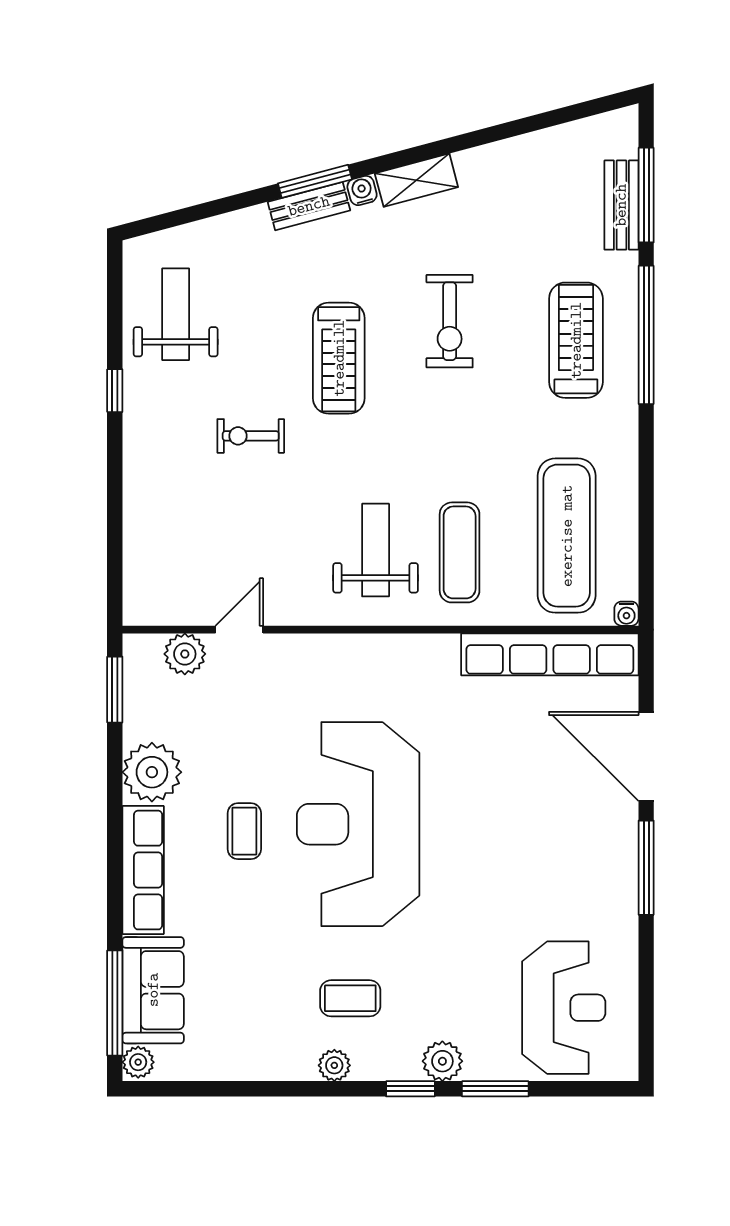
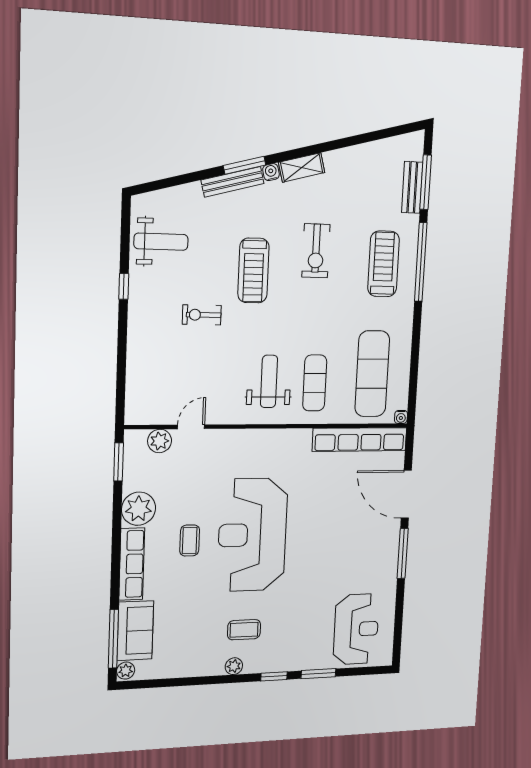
bench: (309, 206) -> (233, 182), width x1.36
weight bench: (176, 314) -> (161, 242), turned 90
plant: (442, 1061) -> (292, 661), removed

